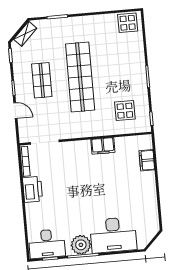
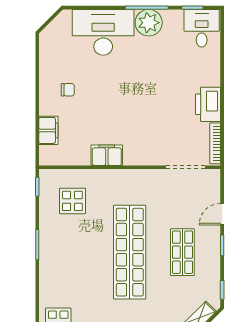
door: (15, 110) -> (222, 214), hinge flipped
chair: (135, 191) -> (68, 90), added
desk: (47, 244) -> (202, 28), width x0.73

